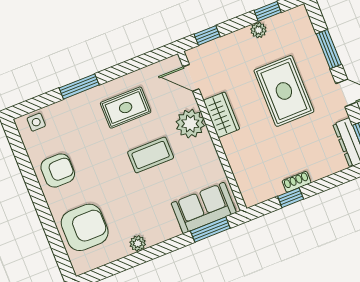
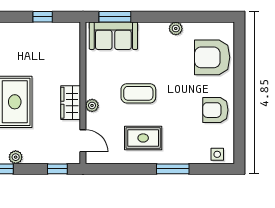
plant: (190, 124) -> (92, 105), width x0.53, depth x0.53
shoe rack: (297, 182) -> (33, 27), removed

